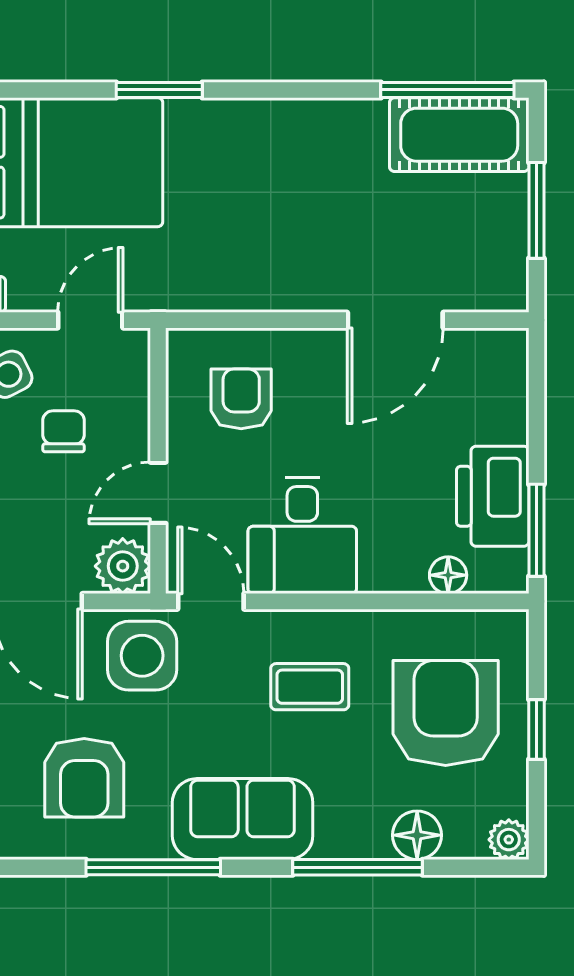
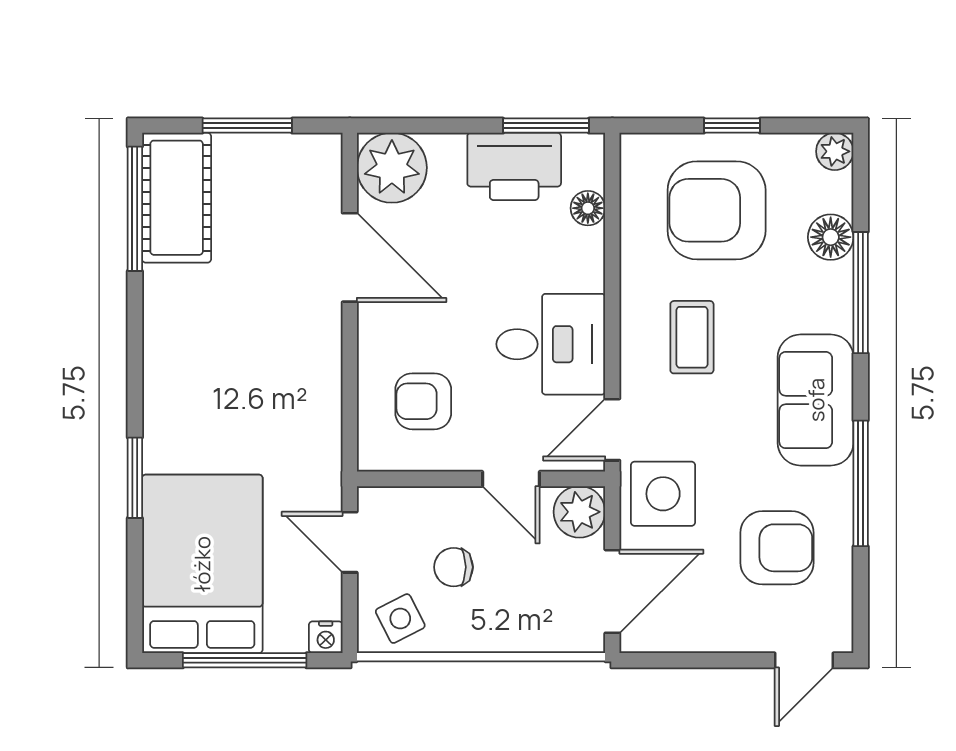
plant: (491, 365) -> (392, 168), added

